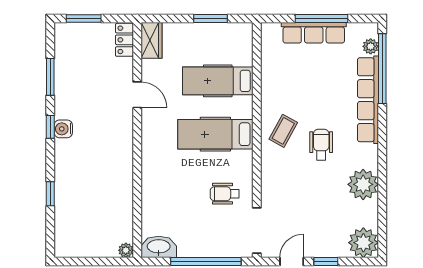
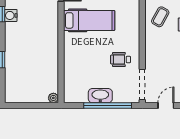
hospital bed: (215, 134) -> (89, 20), moved, turned 180
washbasin: (159, 247) -> (100, 96), moved

